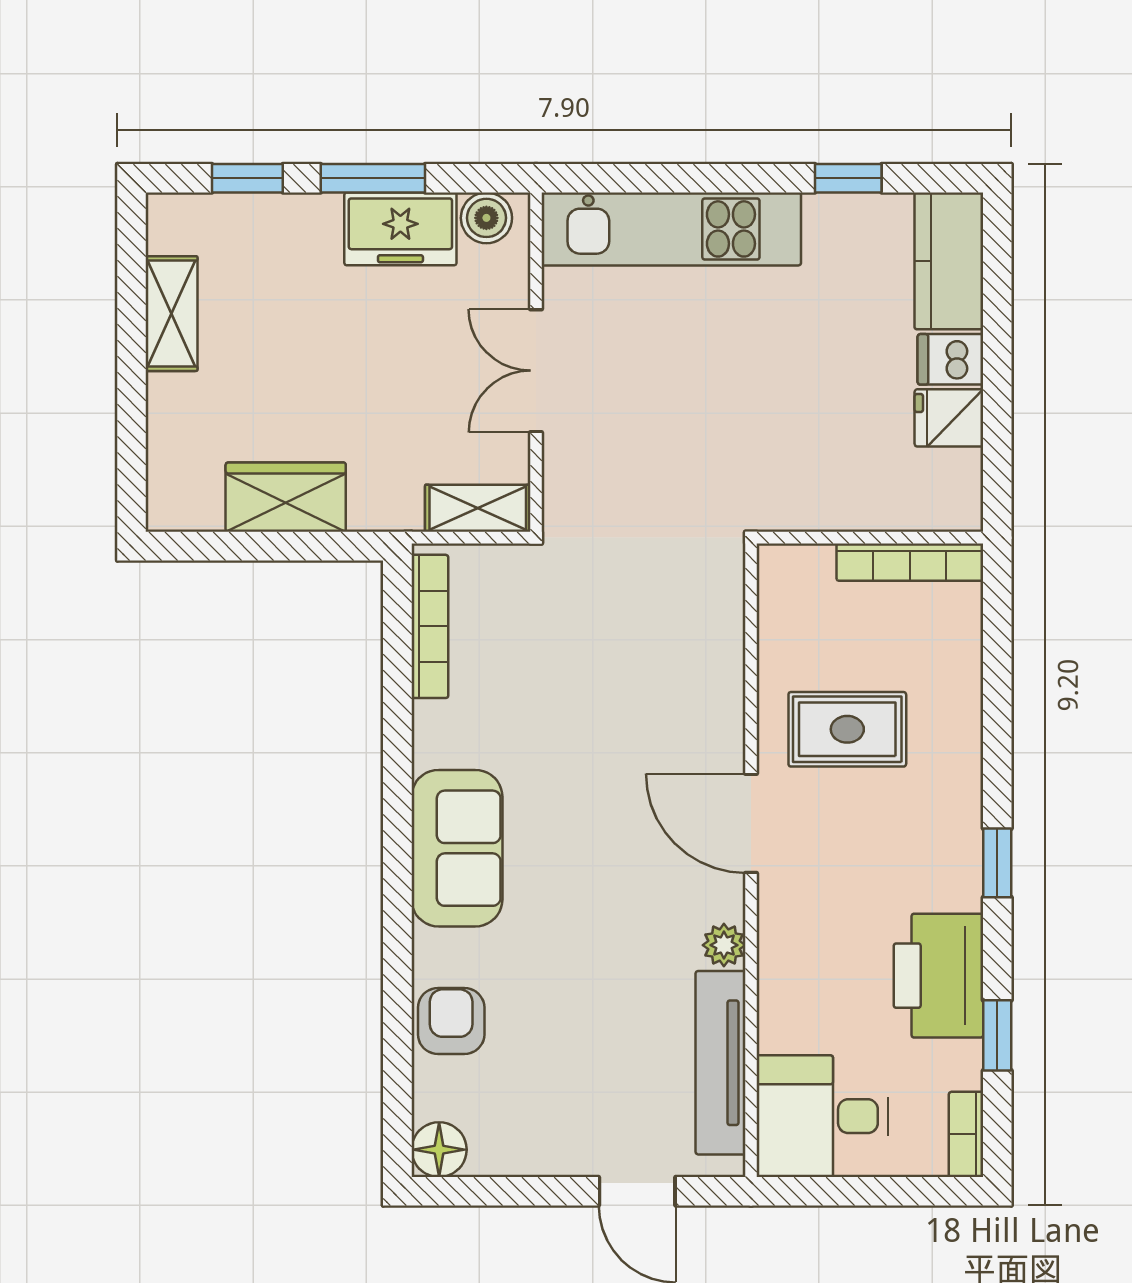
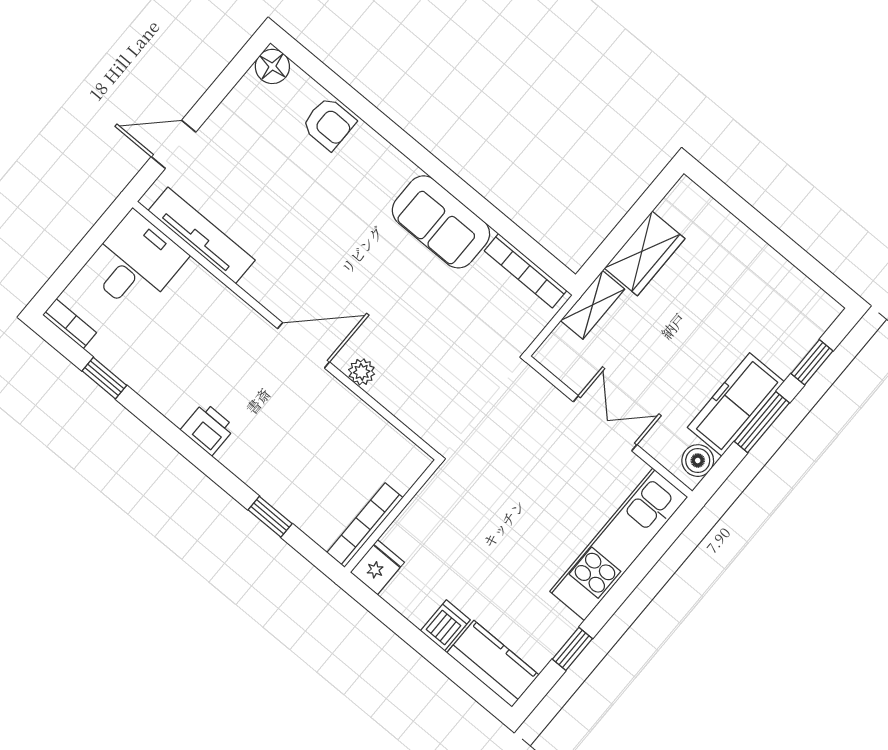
freezer: (400, 229) -> (736, 404), width x1.40
shelving: (171, 314) -> (778, 272), removed
fridge: (949, 418) -> (377, 567), moved
shelving: (478, 508) -> (593, 305), moved
rug: (847, 729) -> (310, 429), removed
sofa: (457, 848) -> (441, 222), moved
window: (997, 863) -> (270, 517), moved
plant: (724, 945) -> (362, 372), moved
printer: (938, 976) -> (208, 429), moved, width x0.53, depth x0.68

